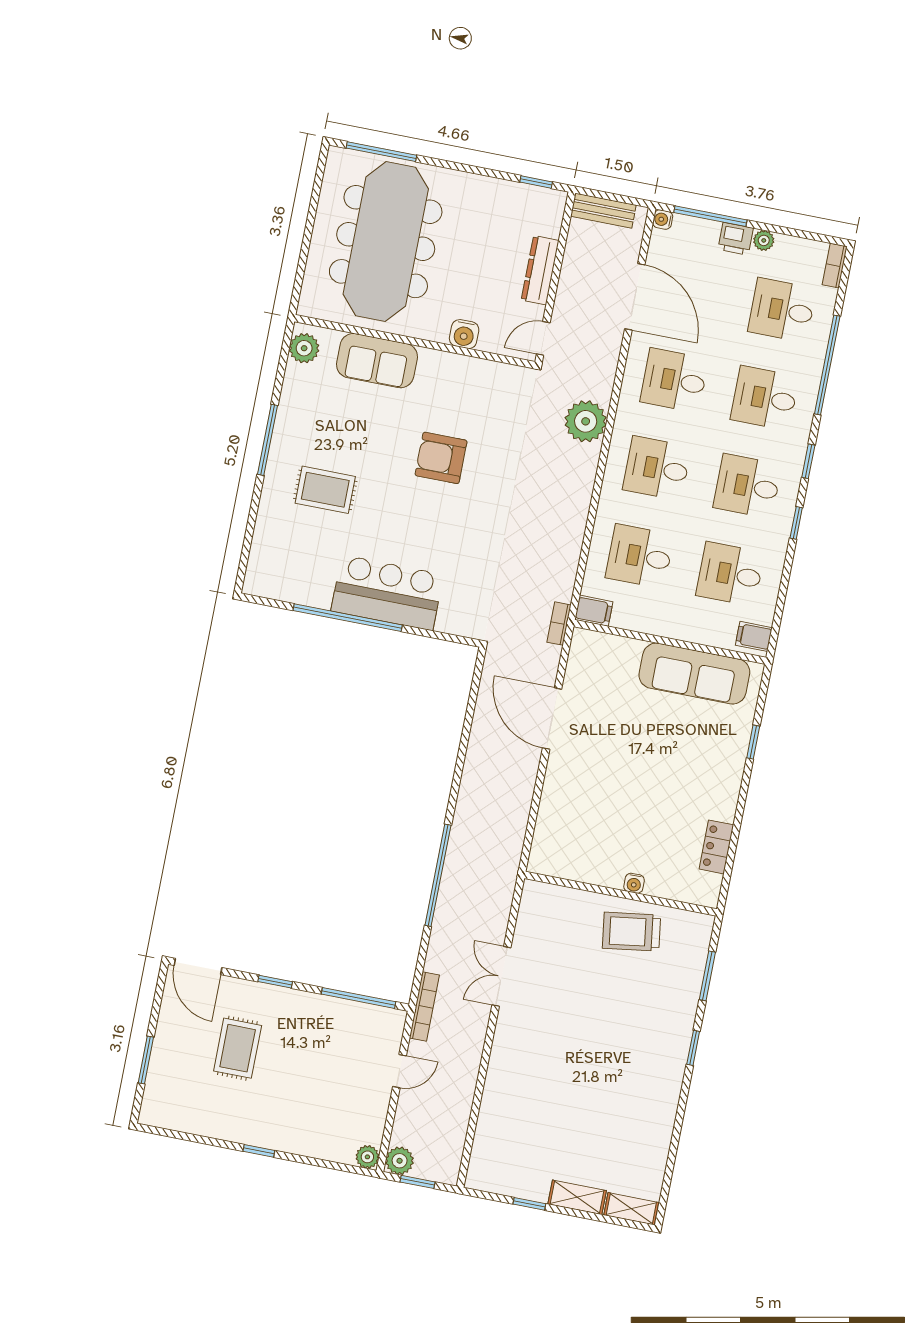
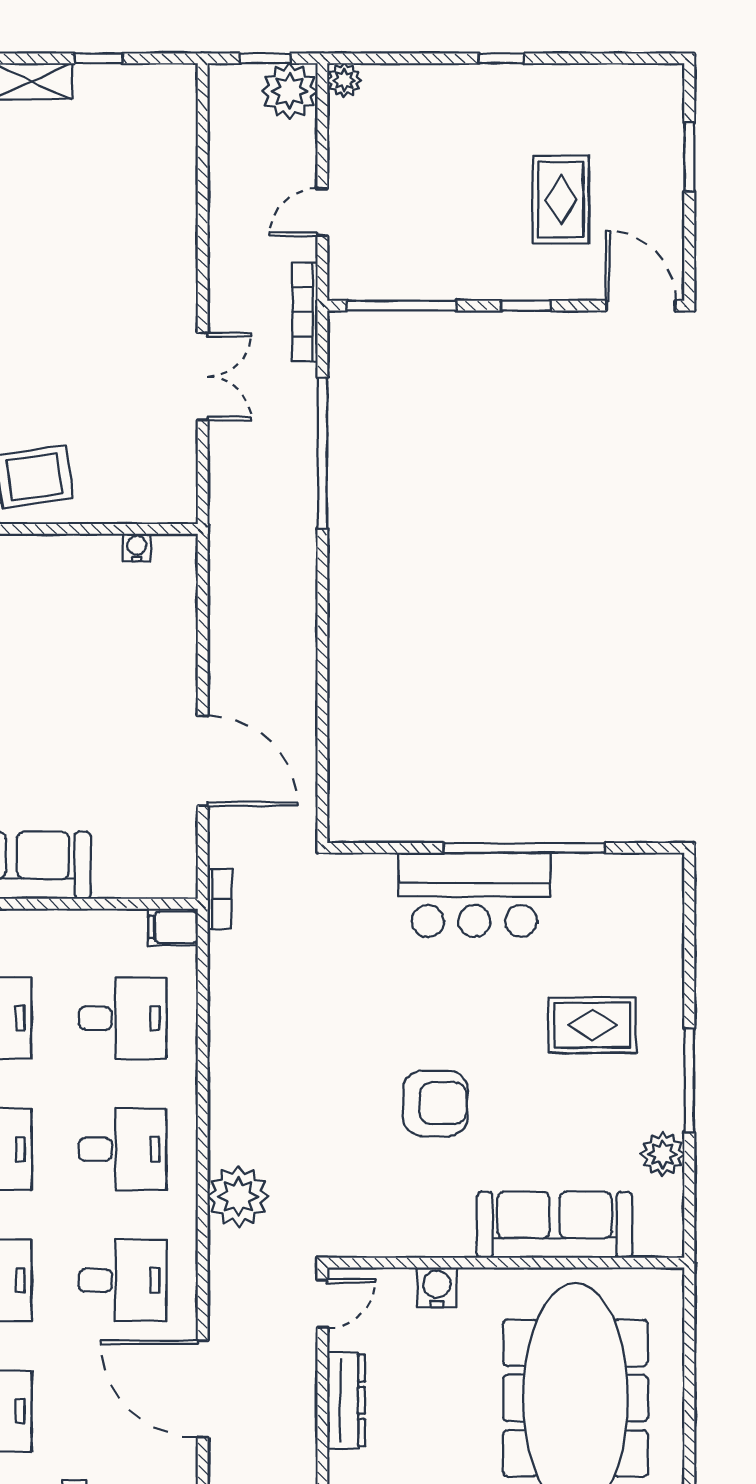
plant: (304, 348) -> (662, 1154), moved
sofa: (377, 361) -> (555, 1225), width x1.36
window: (438, 875) -> (322, 453), moved
water cooler: (634, 883) -> (137, 548), moved
plant: (400, 1161) -> (290, 91), width x1.36, depth x1.36

